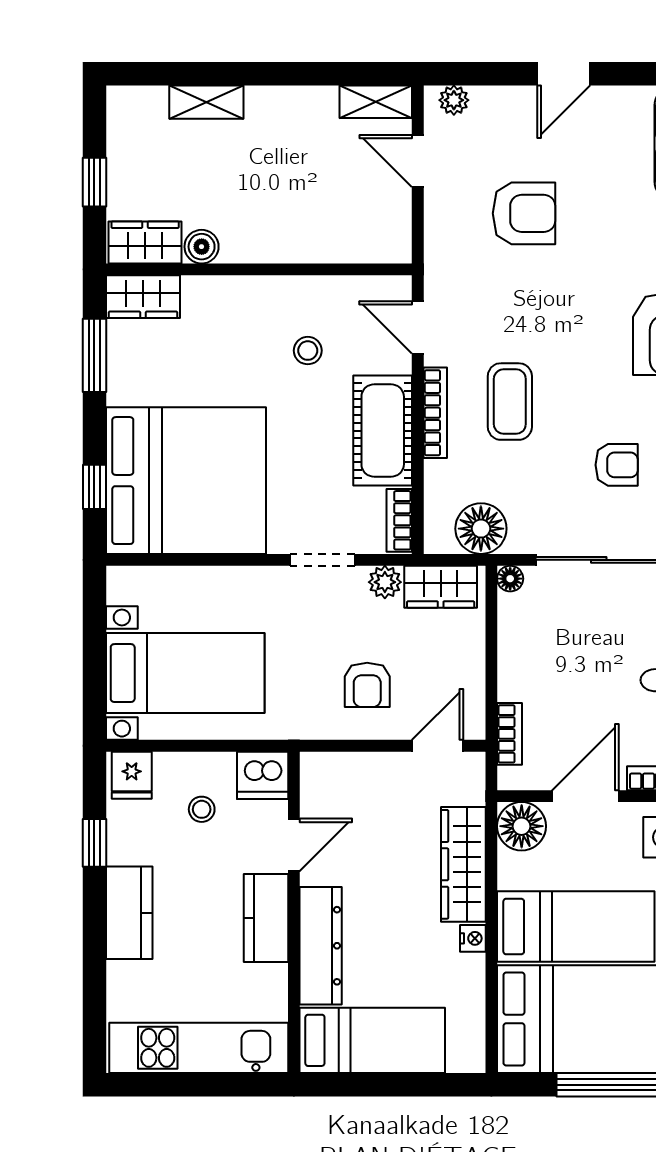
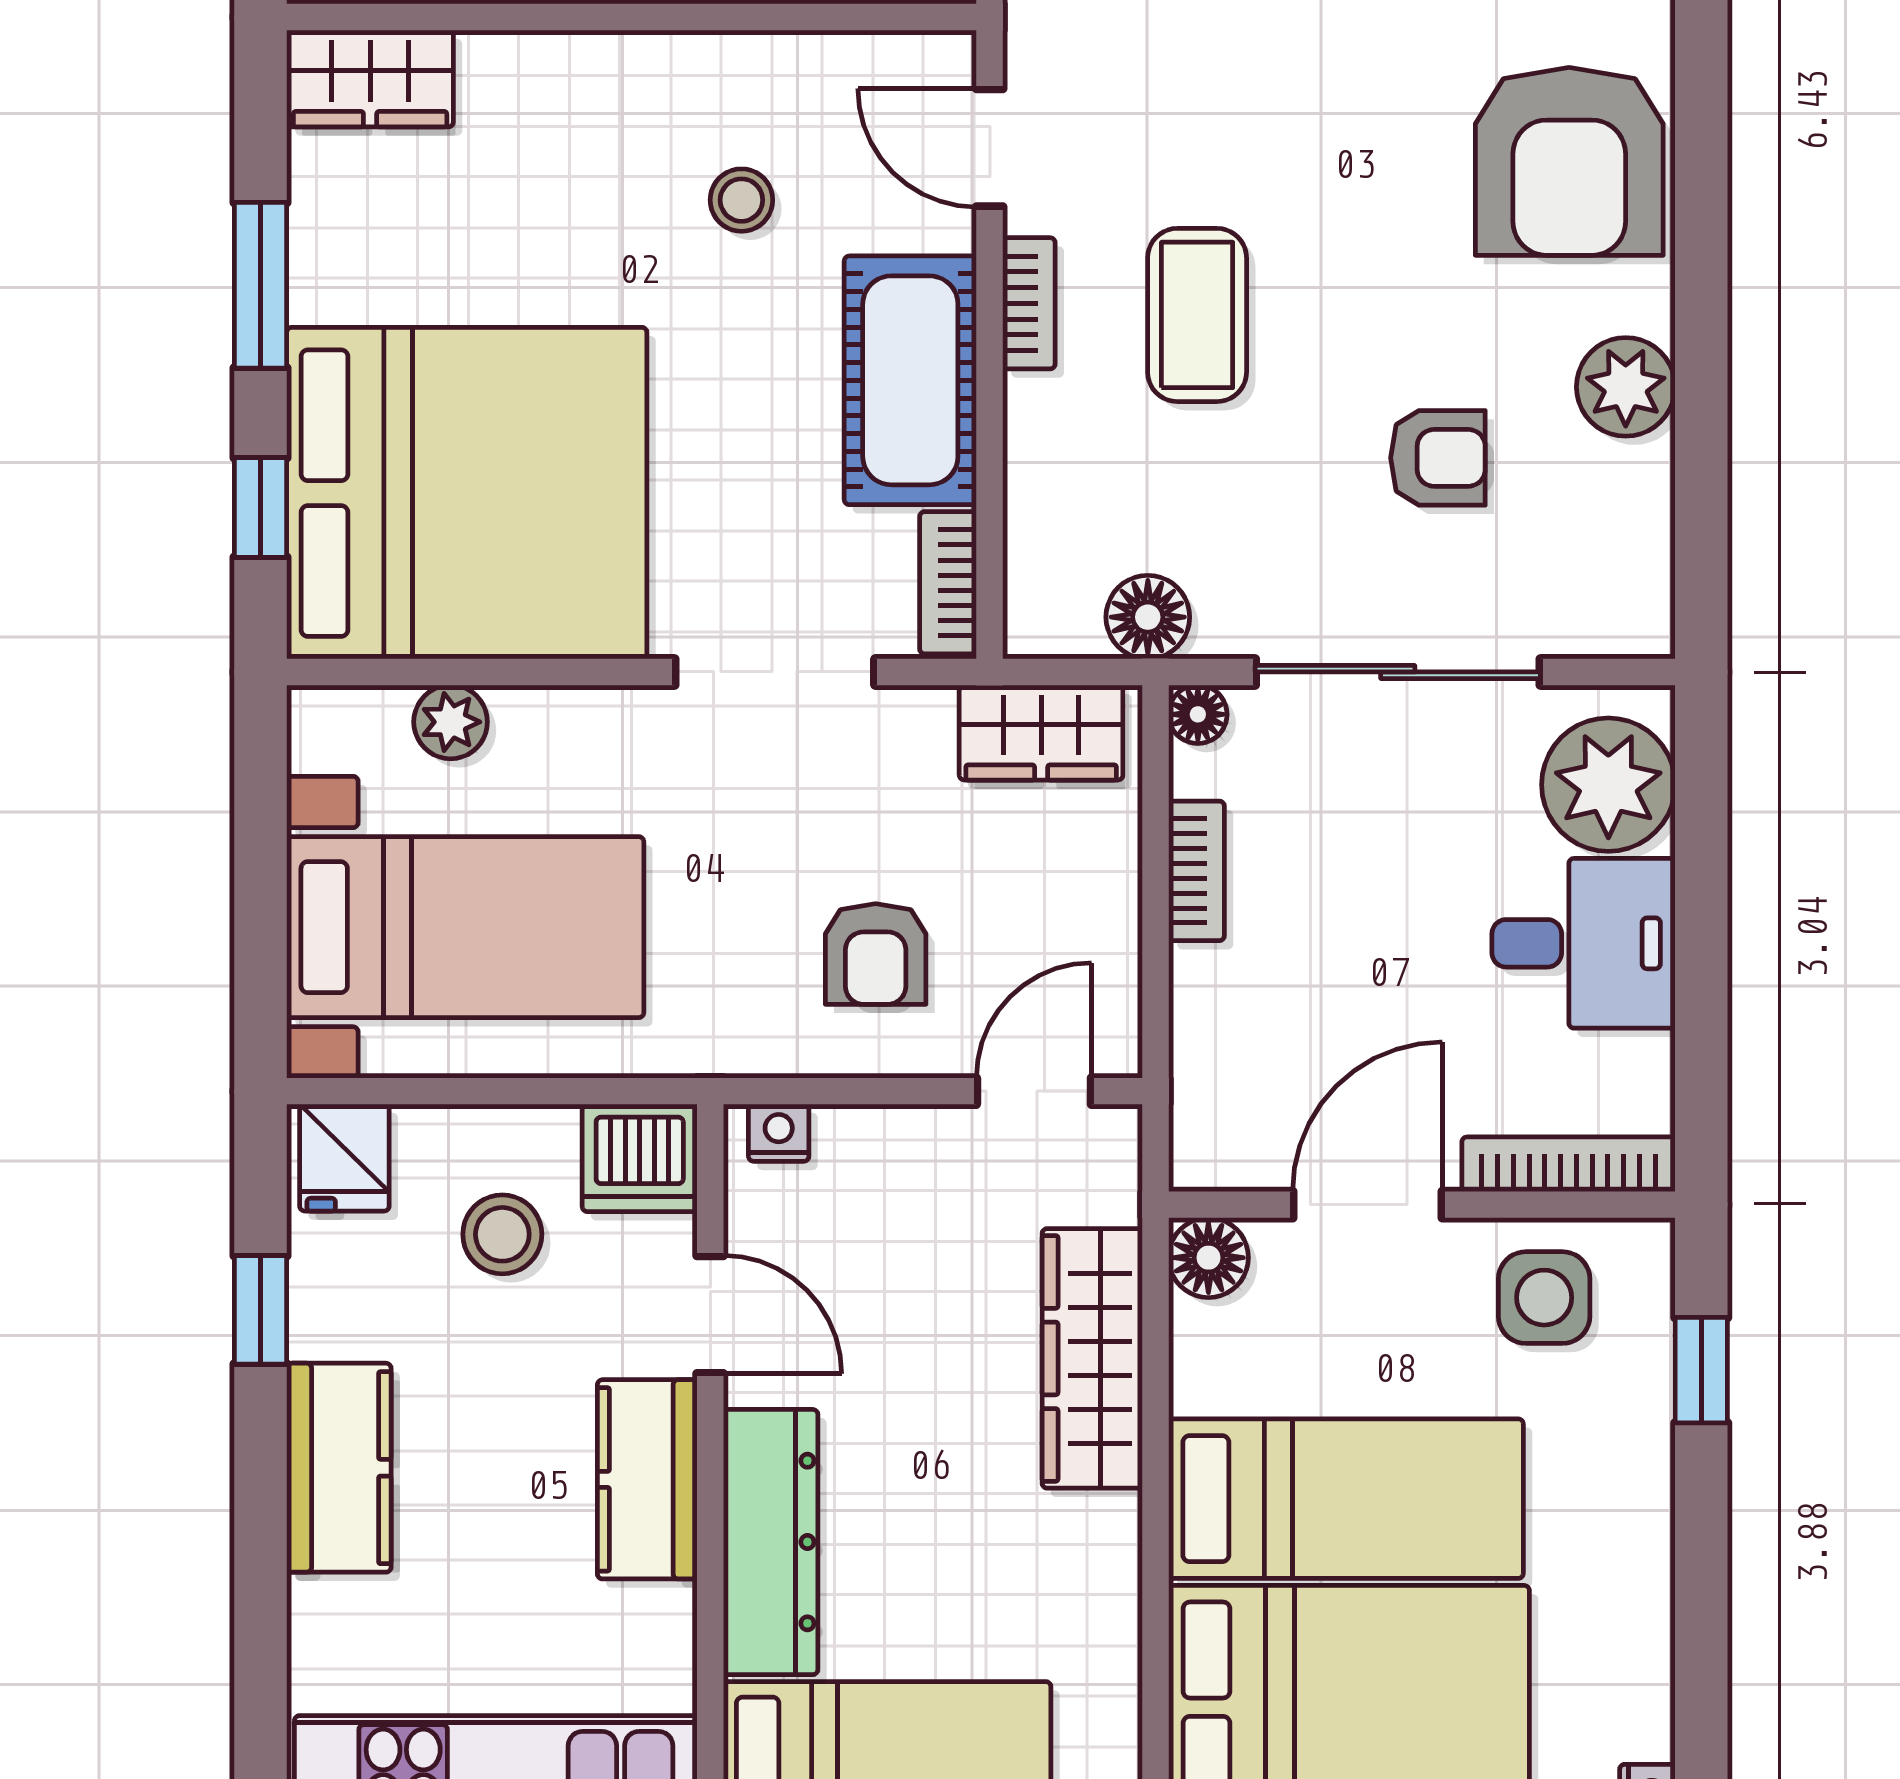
window: (94, 355) -> (260, 285), moved
bookcase: (435, 413) -> (1029, 303), width x0.64
floor lamp: (481, 529) -> (1148, 617), width x0.73, depth x0.73
doorway: (323, 560) -> (775, 672), width x1.38
plant: (385, 582) -> (451, 722), moved
bookcase: (510, 734) -> (1196, 871), moved
stool: (202, 809) -> (502, 1234), width x1.37, depth x1.37
floor lamp: (522, 826) -> (1208, 1258), width x0.73, depth x0.73
door: (294, 845) -> (710, 1315), hinge flipped
nightstand: (473, 938) -> (779, 1133), moved, turned -90

